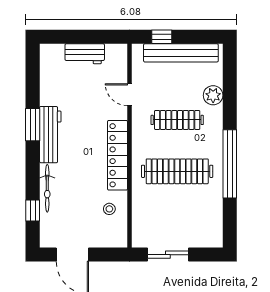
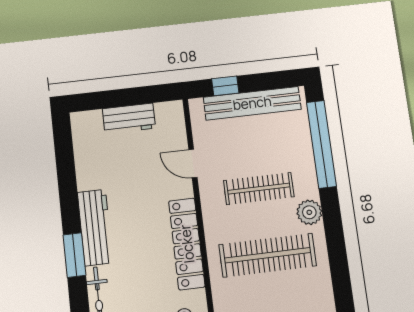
plant: (213, 95) -> (309, 212), moved
window: (33, 125) -> (74, 255), moved
window: (230, 164) -> (321, 144), moved

